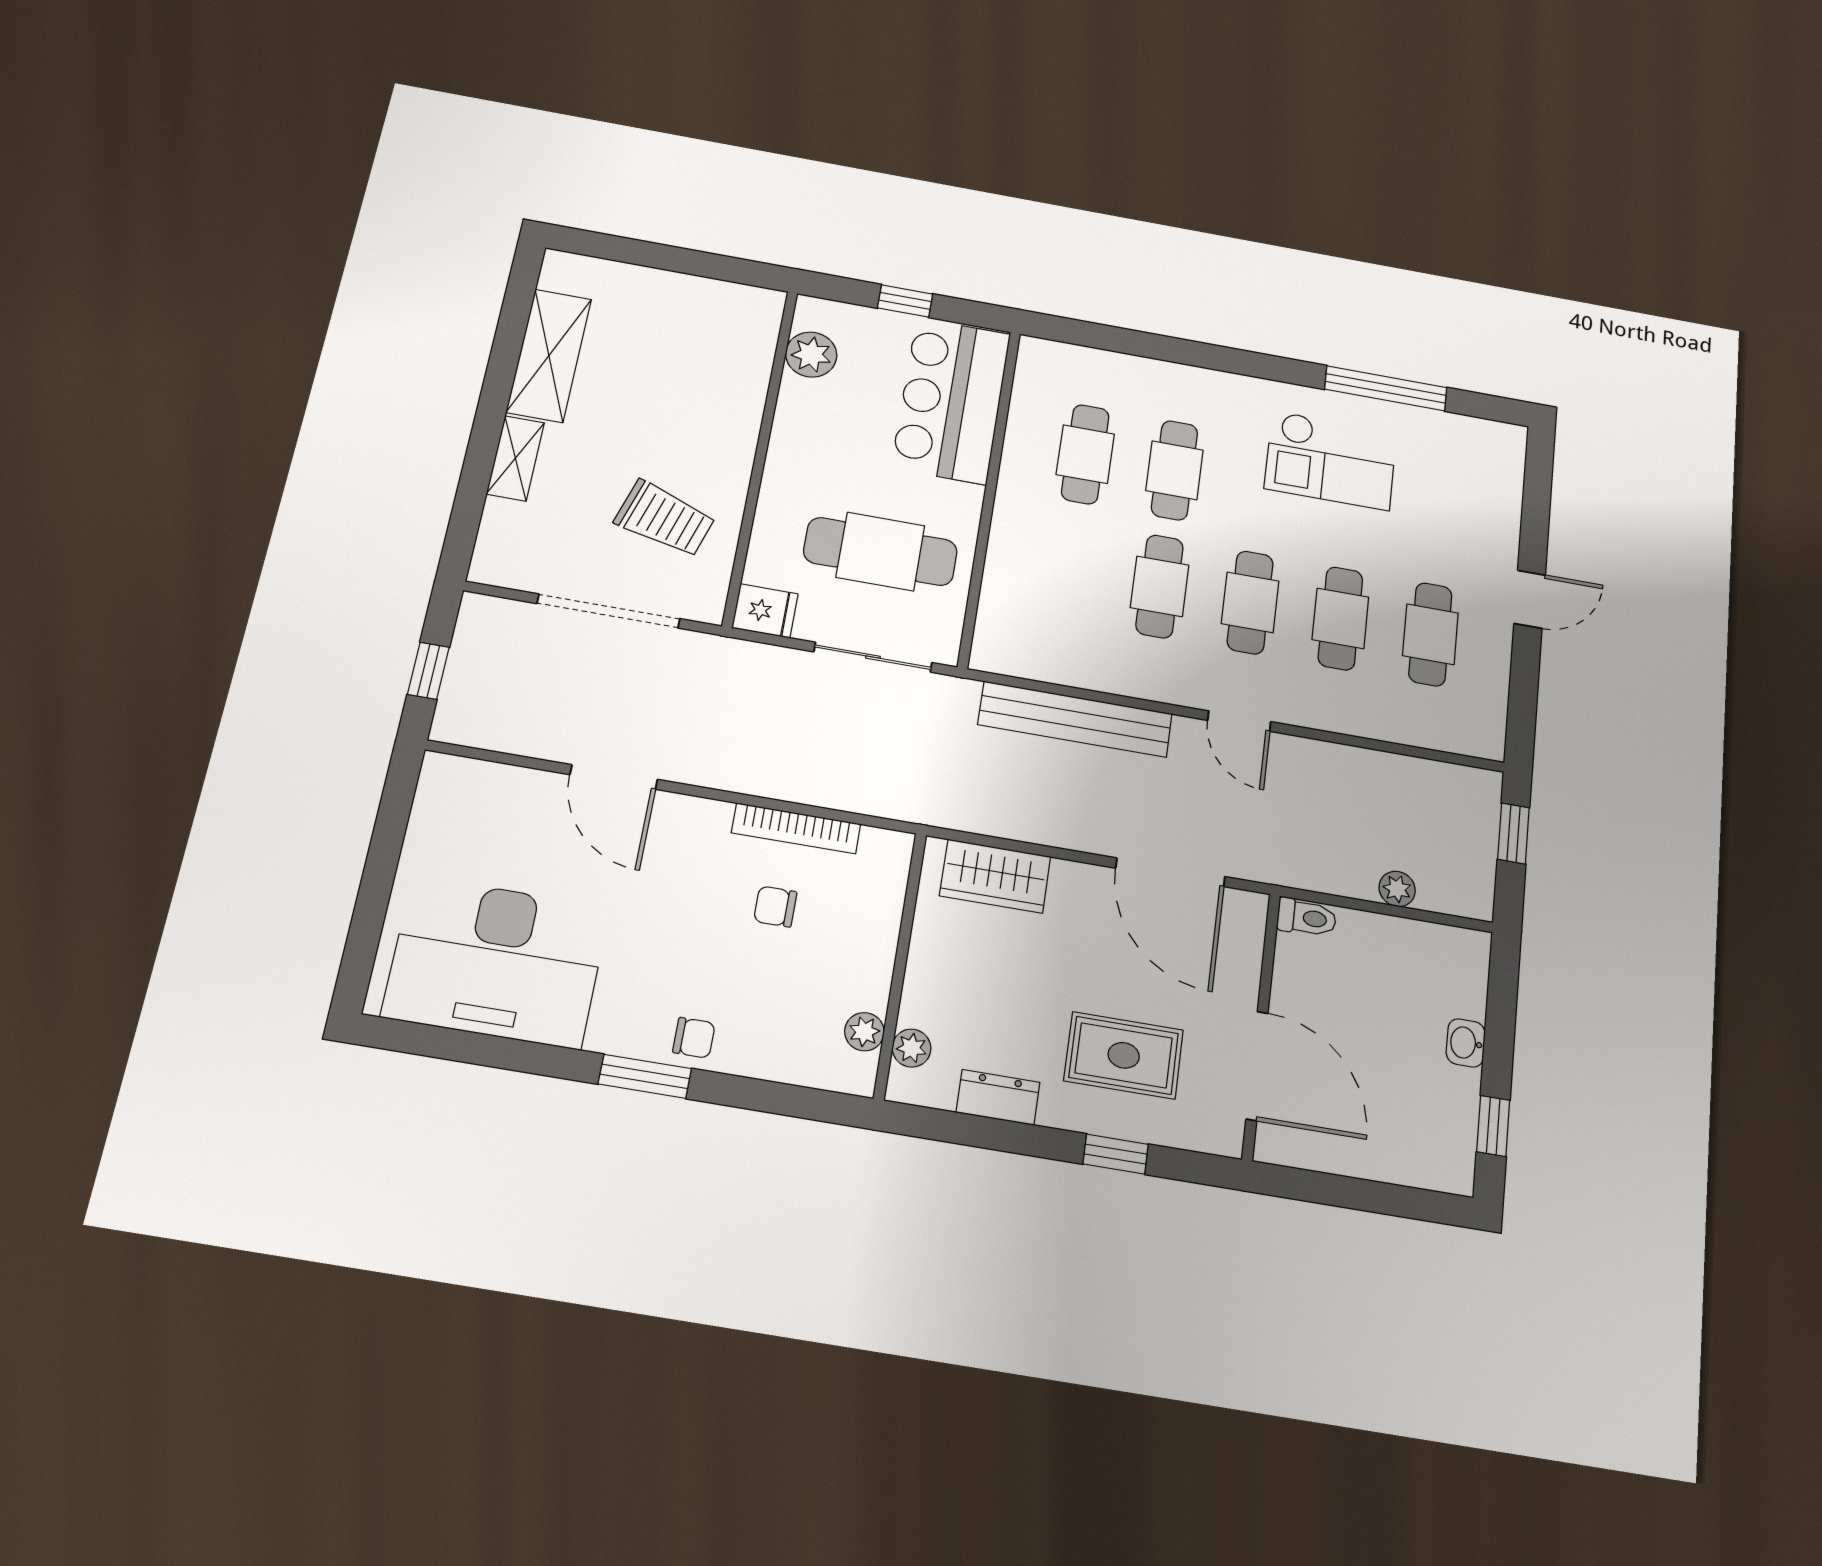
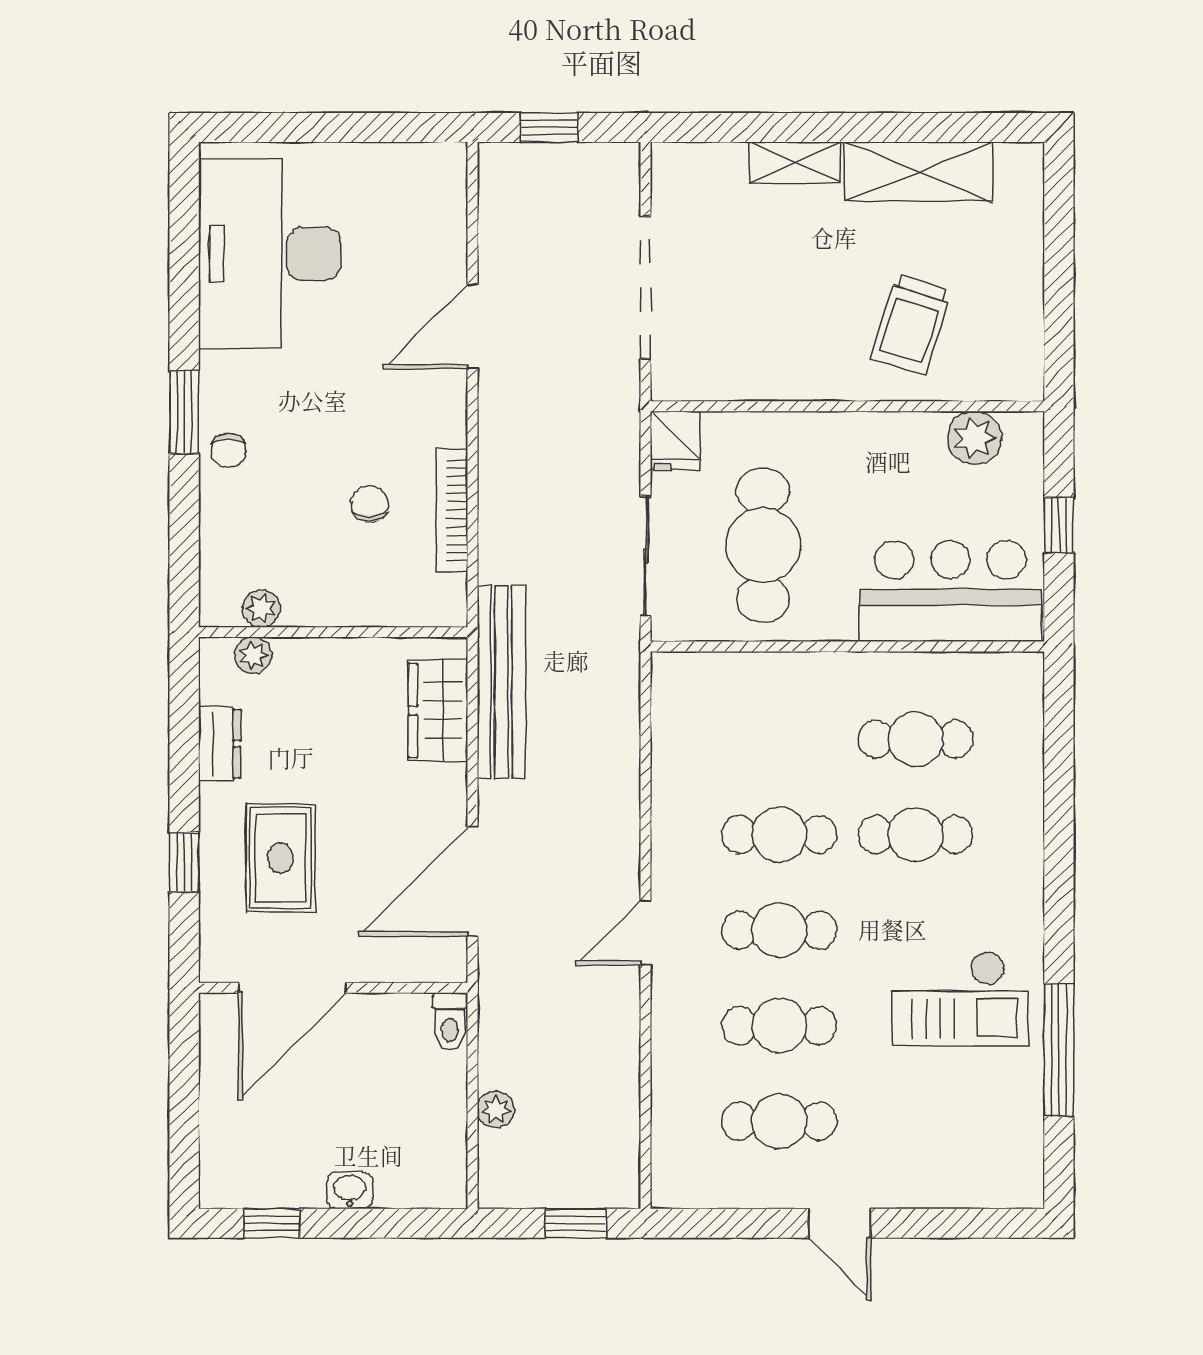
checkout: (1331, 460) -> (960, 999), turned -90
trolley: (665, 519) -> (911, 325), moved
bench: (1075, 719) -> (501, 682), moved

